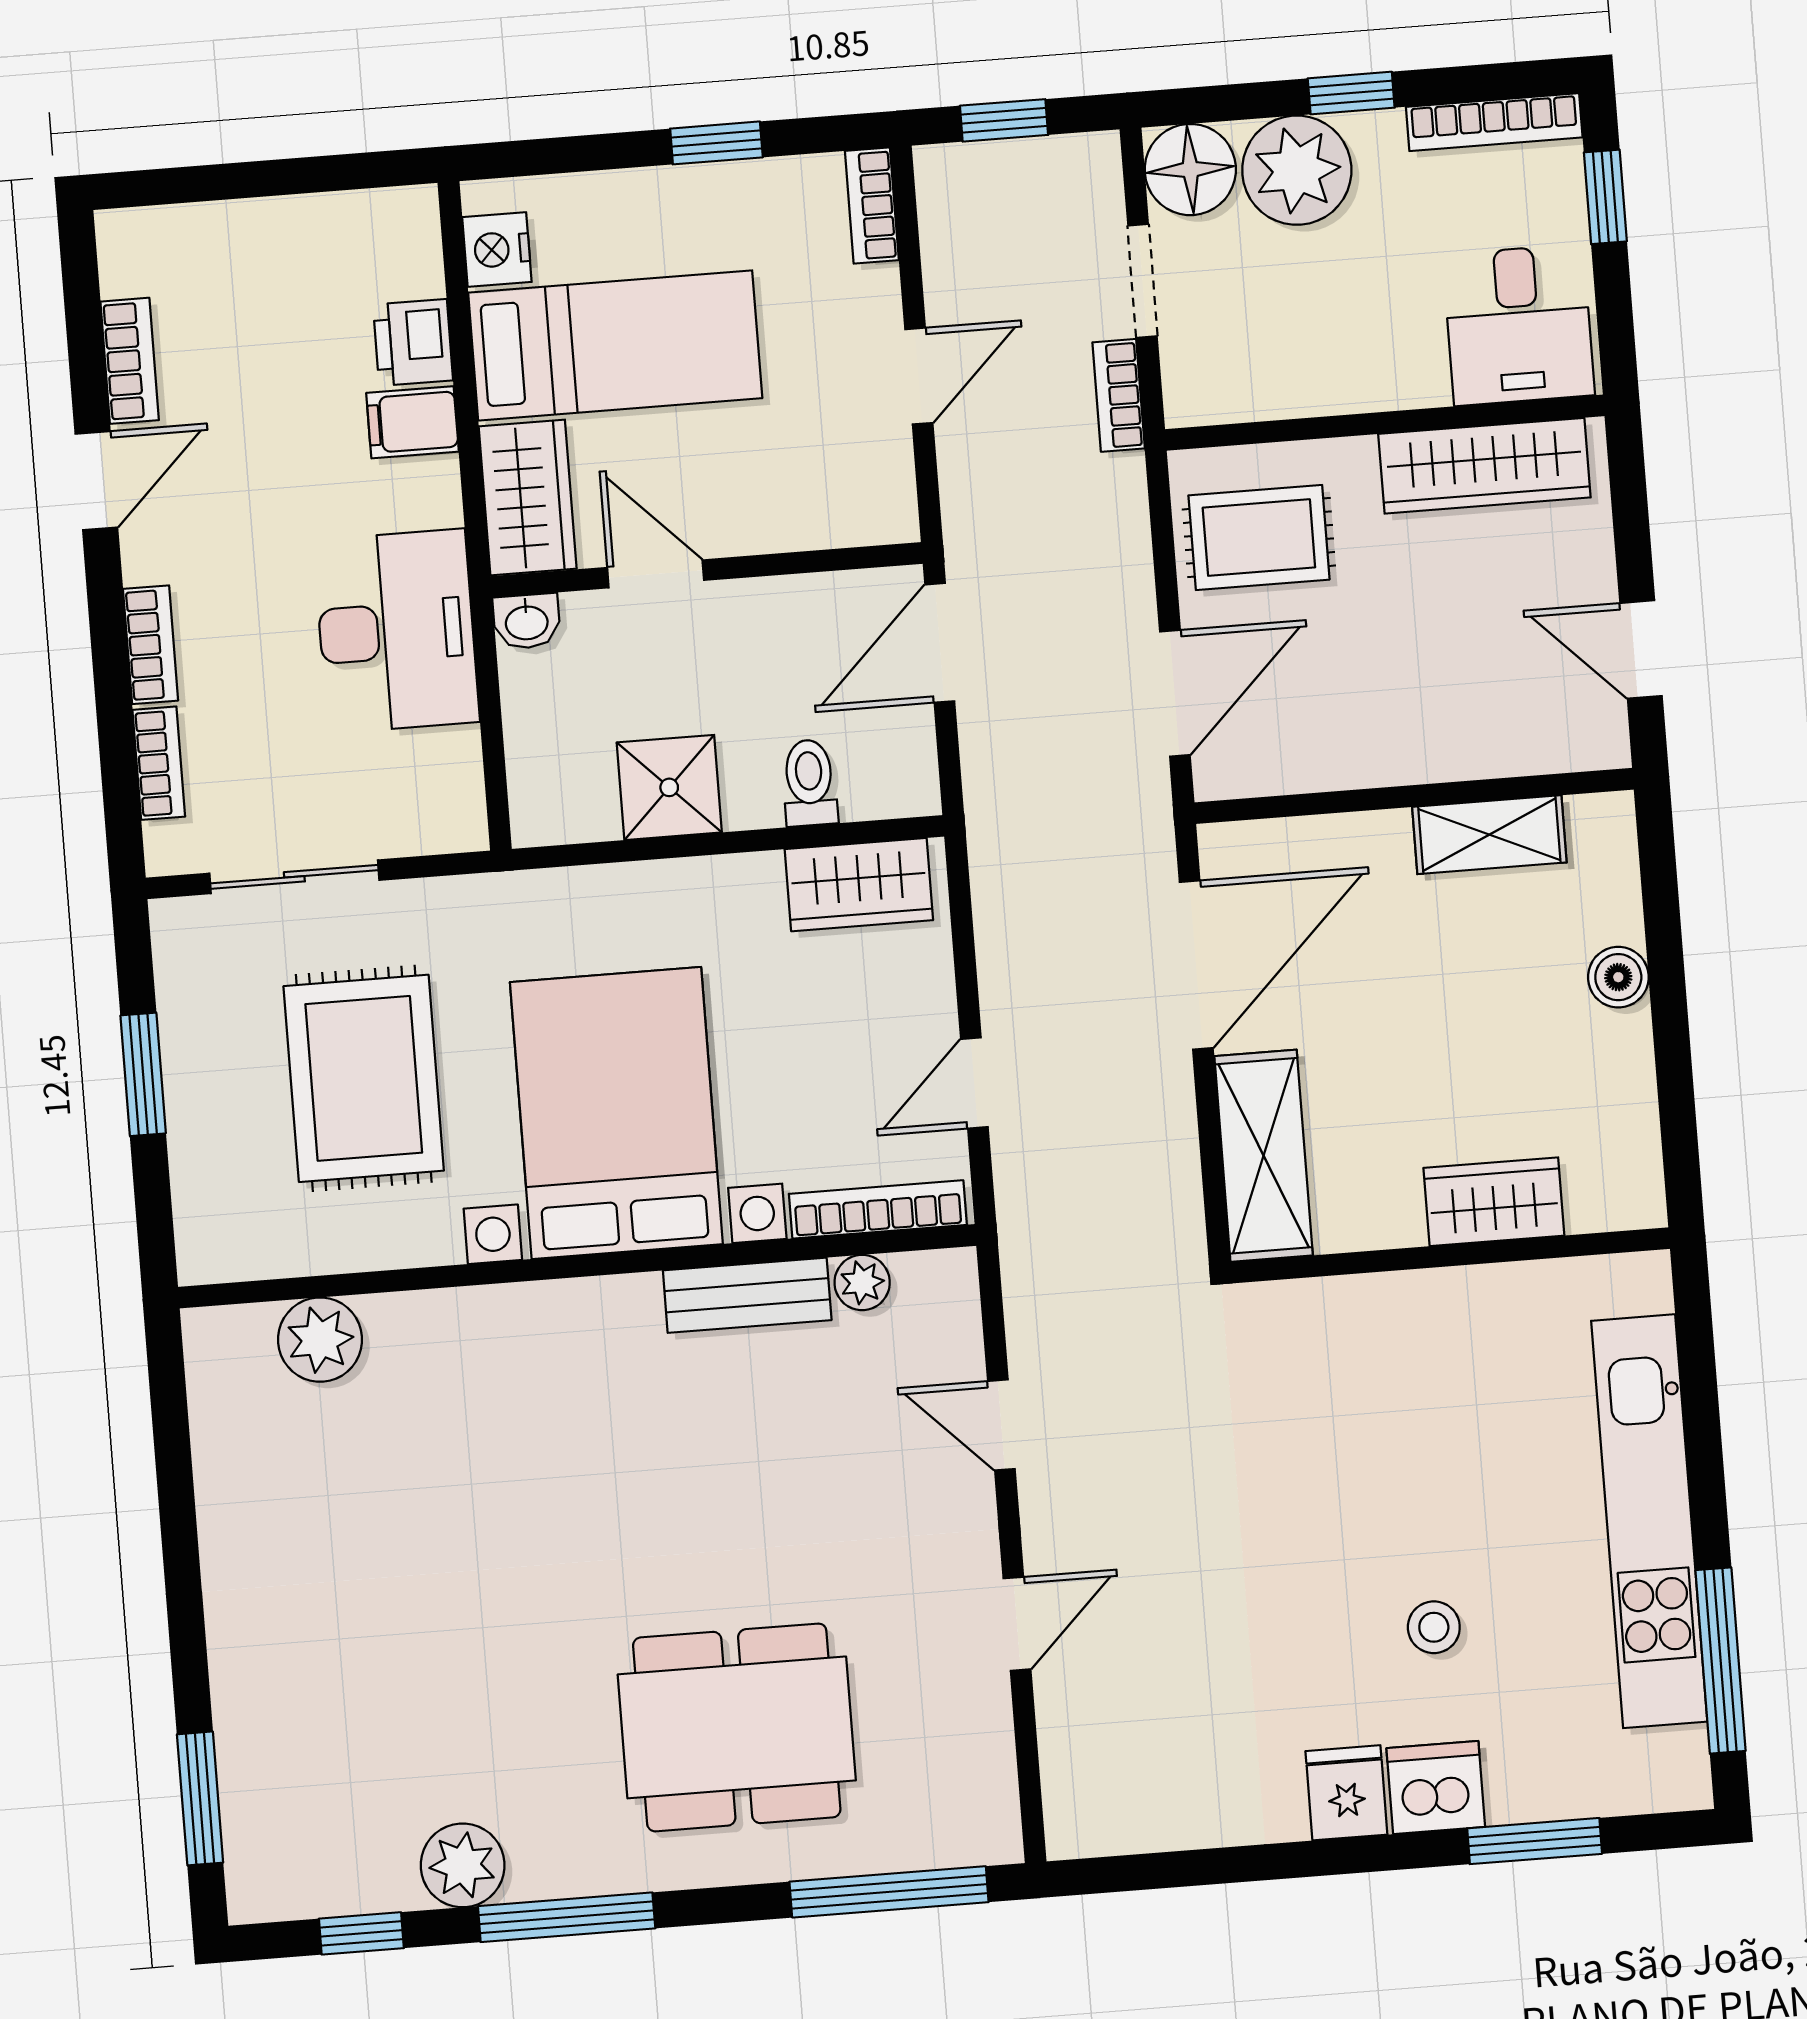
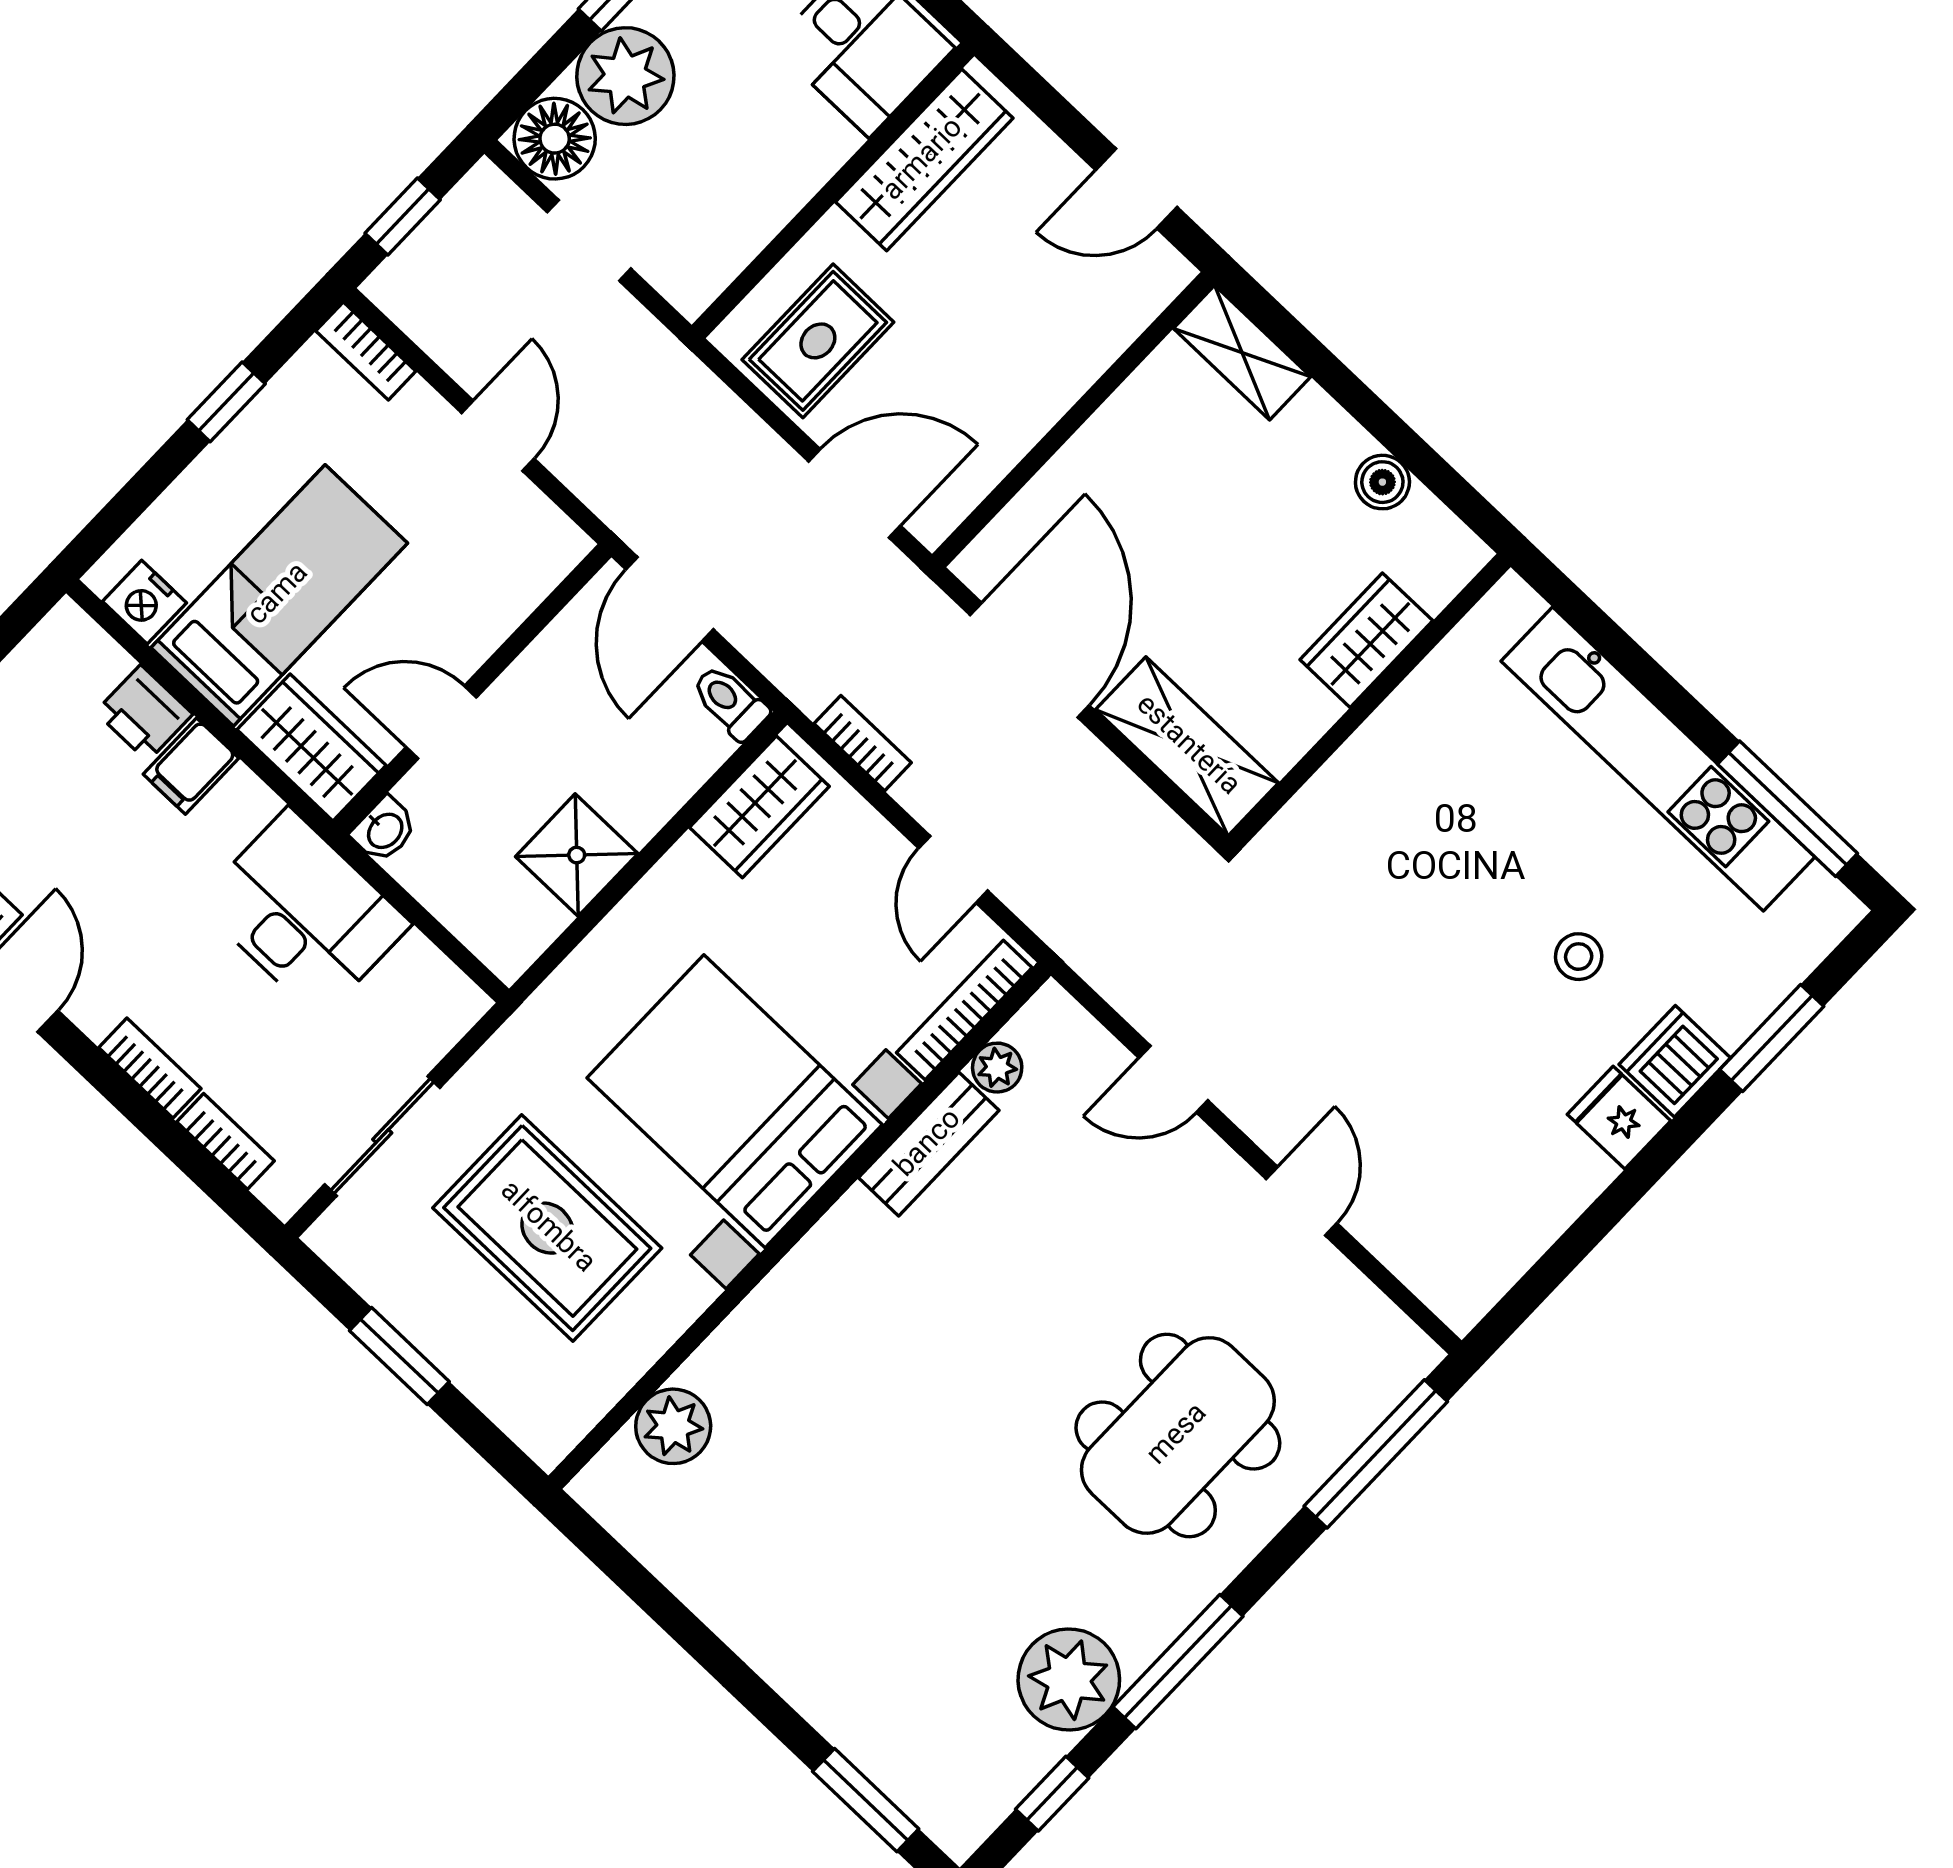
bookcase: (1119, 395) -> (863, 743), moved, turned 180
door: (1175, 693) -> (855, 493), hinge flipped
toilet: (809, 783) -> (730, 702), moved
shelving: (1489, 835) -> (1242, 353), moved, turned 90
boiler: (1618, 977) -> (1382, 482), moved
plant: (463, 1865) -> (1069, 1680), width x1.36, depth x1.36

